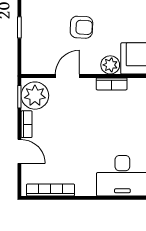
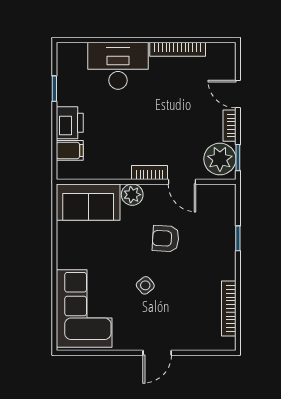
door: (67, 76) -> (182, 182), hinge flipped
bookcase: (112, 84) -> (150, 173), moved
bookcase: (50, 190) -> (178, 49), moved

